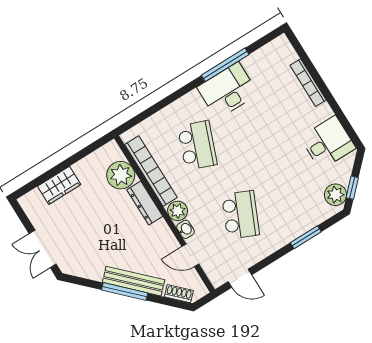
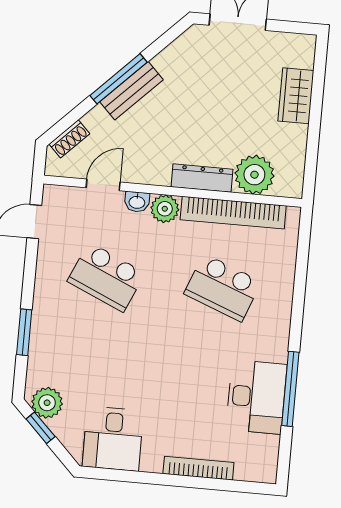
desk: (228, 91) -> (256, 397), moved
bench: (134, 281) -> (131, 91), width x0.73

